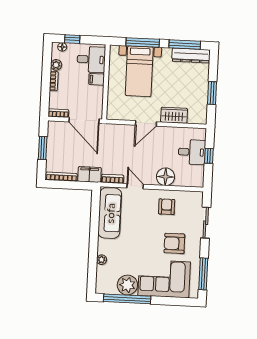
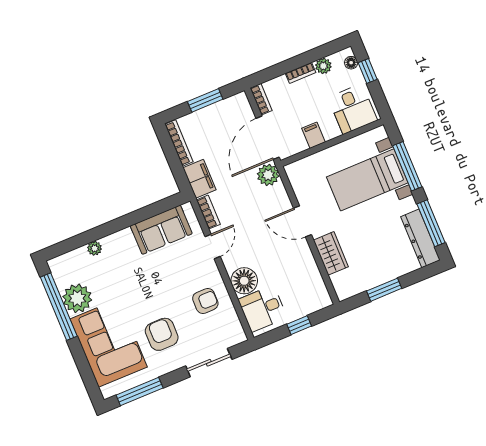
filing cabinet: (97, 79) -> (314, 135), moved
plant: (107, 131) -> (268, 175), added
desk: (192, 152) -> (263, 309), moved, turned 90
sofa: (110, 213) -> (161, 230), width x0.73

